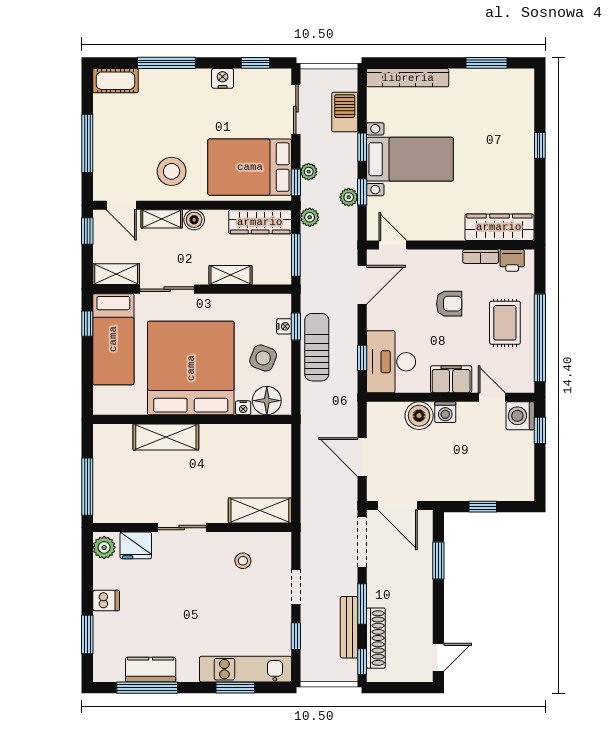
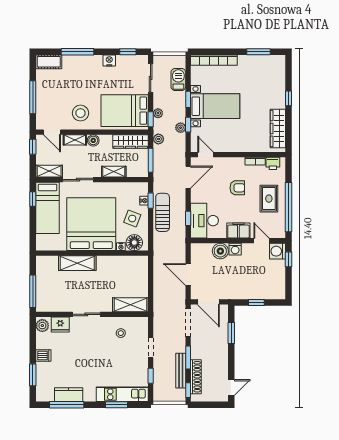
wardrobe: (499, 227) -> (278, 128), moved, turned -90

